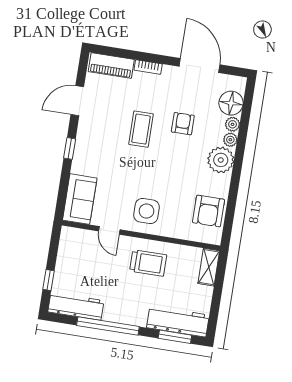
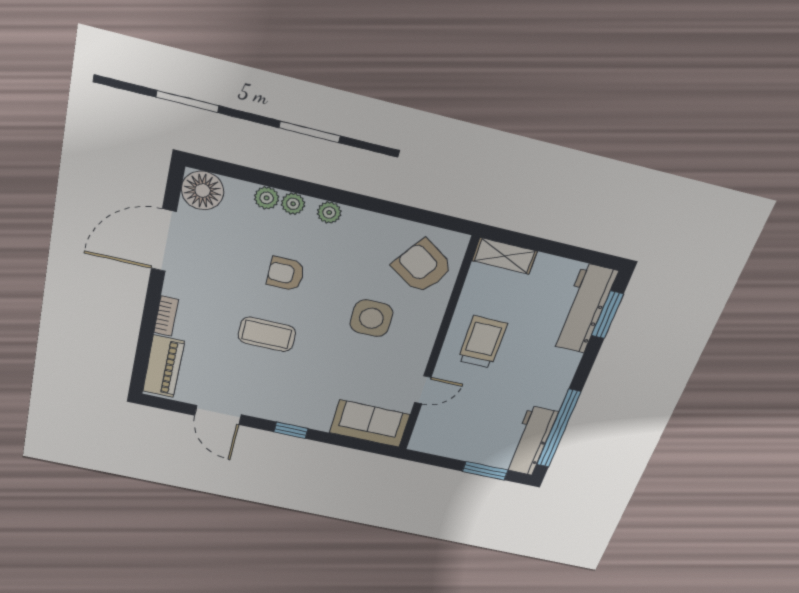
floor lamp: (231, 103) -> (203, 191), moved
armchair: (183, 124) -> (286, 274), moved
plant: (221, 160) -> (329, 213), width x0.53, depth x0.53
side table: (146, 211) -> (371, 318), moved
armchair: (209, 211) -> (422, 266), moved, turned -146
window: (49, 280) -> (485, 471), width x1.50
window: (108, 326) -> (558, 429), moved

